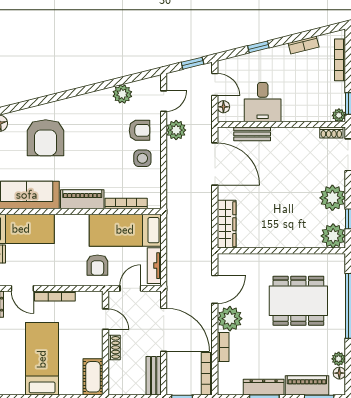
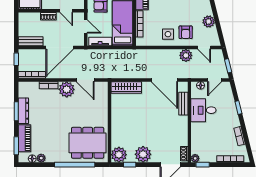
door: (215, 164) -> (164, 80), hinge flipped
dining table: (298, 301) -> (88, 143), moved, turned 90
door: (106, 319) -> (66, 11), hinge flipped

